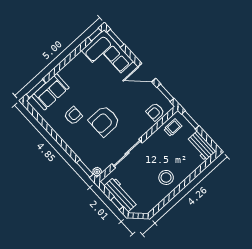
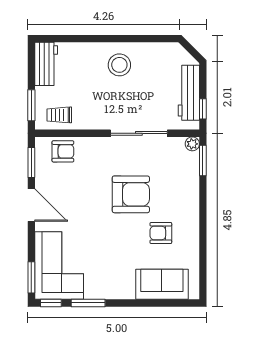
window: (36, 89) -> (88, 303), moved
window: (117, 203) -> (203, 109), moved

